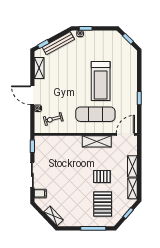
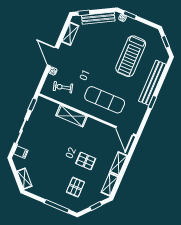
bench: (132, 80) -> (152, 83), added
treadmill: (101, 81) -> (131, 56), moved
door: (125, 134) -> (125, 131), swing flipped
shelving: (97, 141) -> (72, 116), moved
pallet: (103, 204) -> (75, 187), width x0.67, depth x0.71

